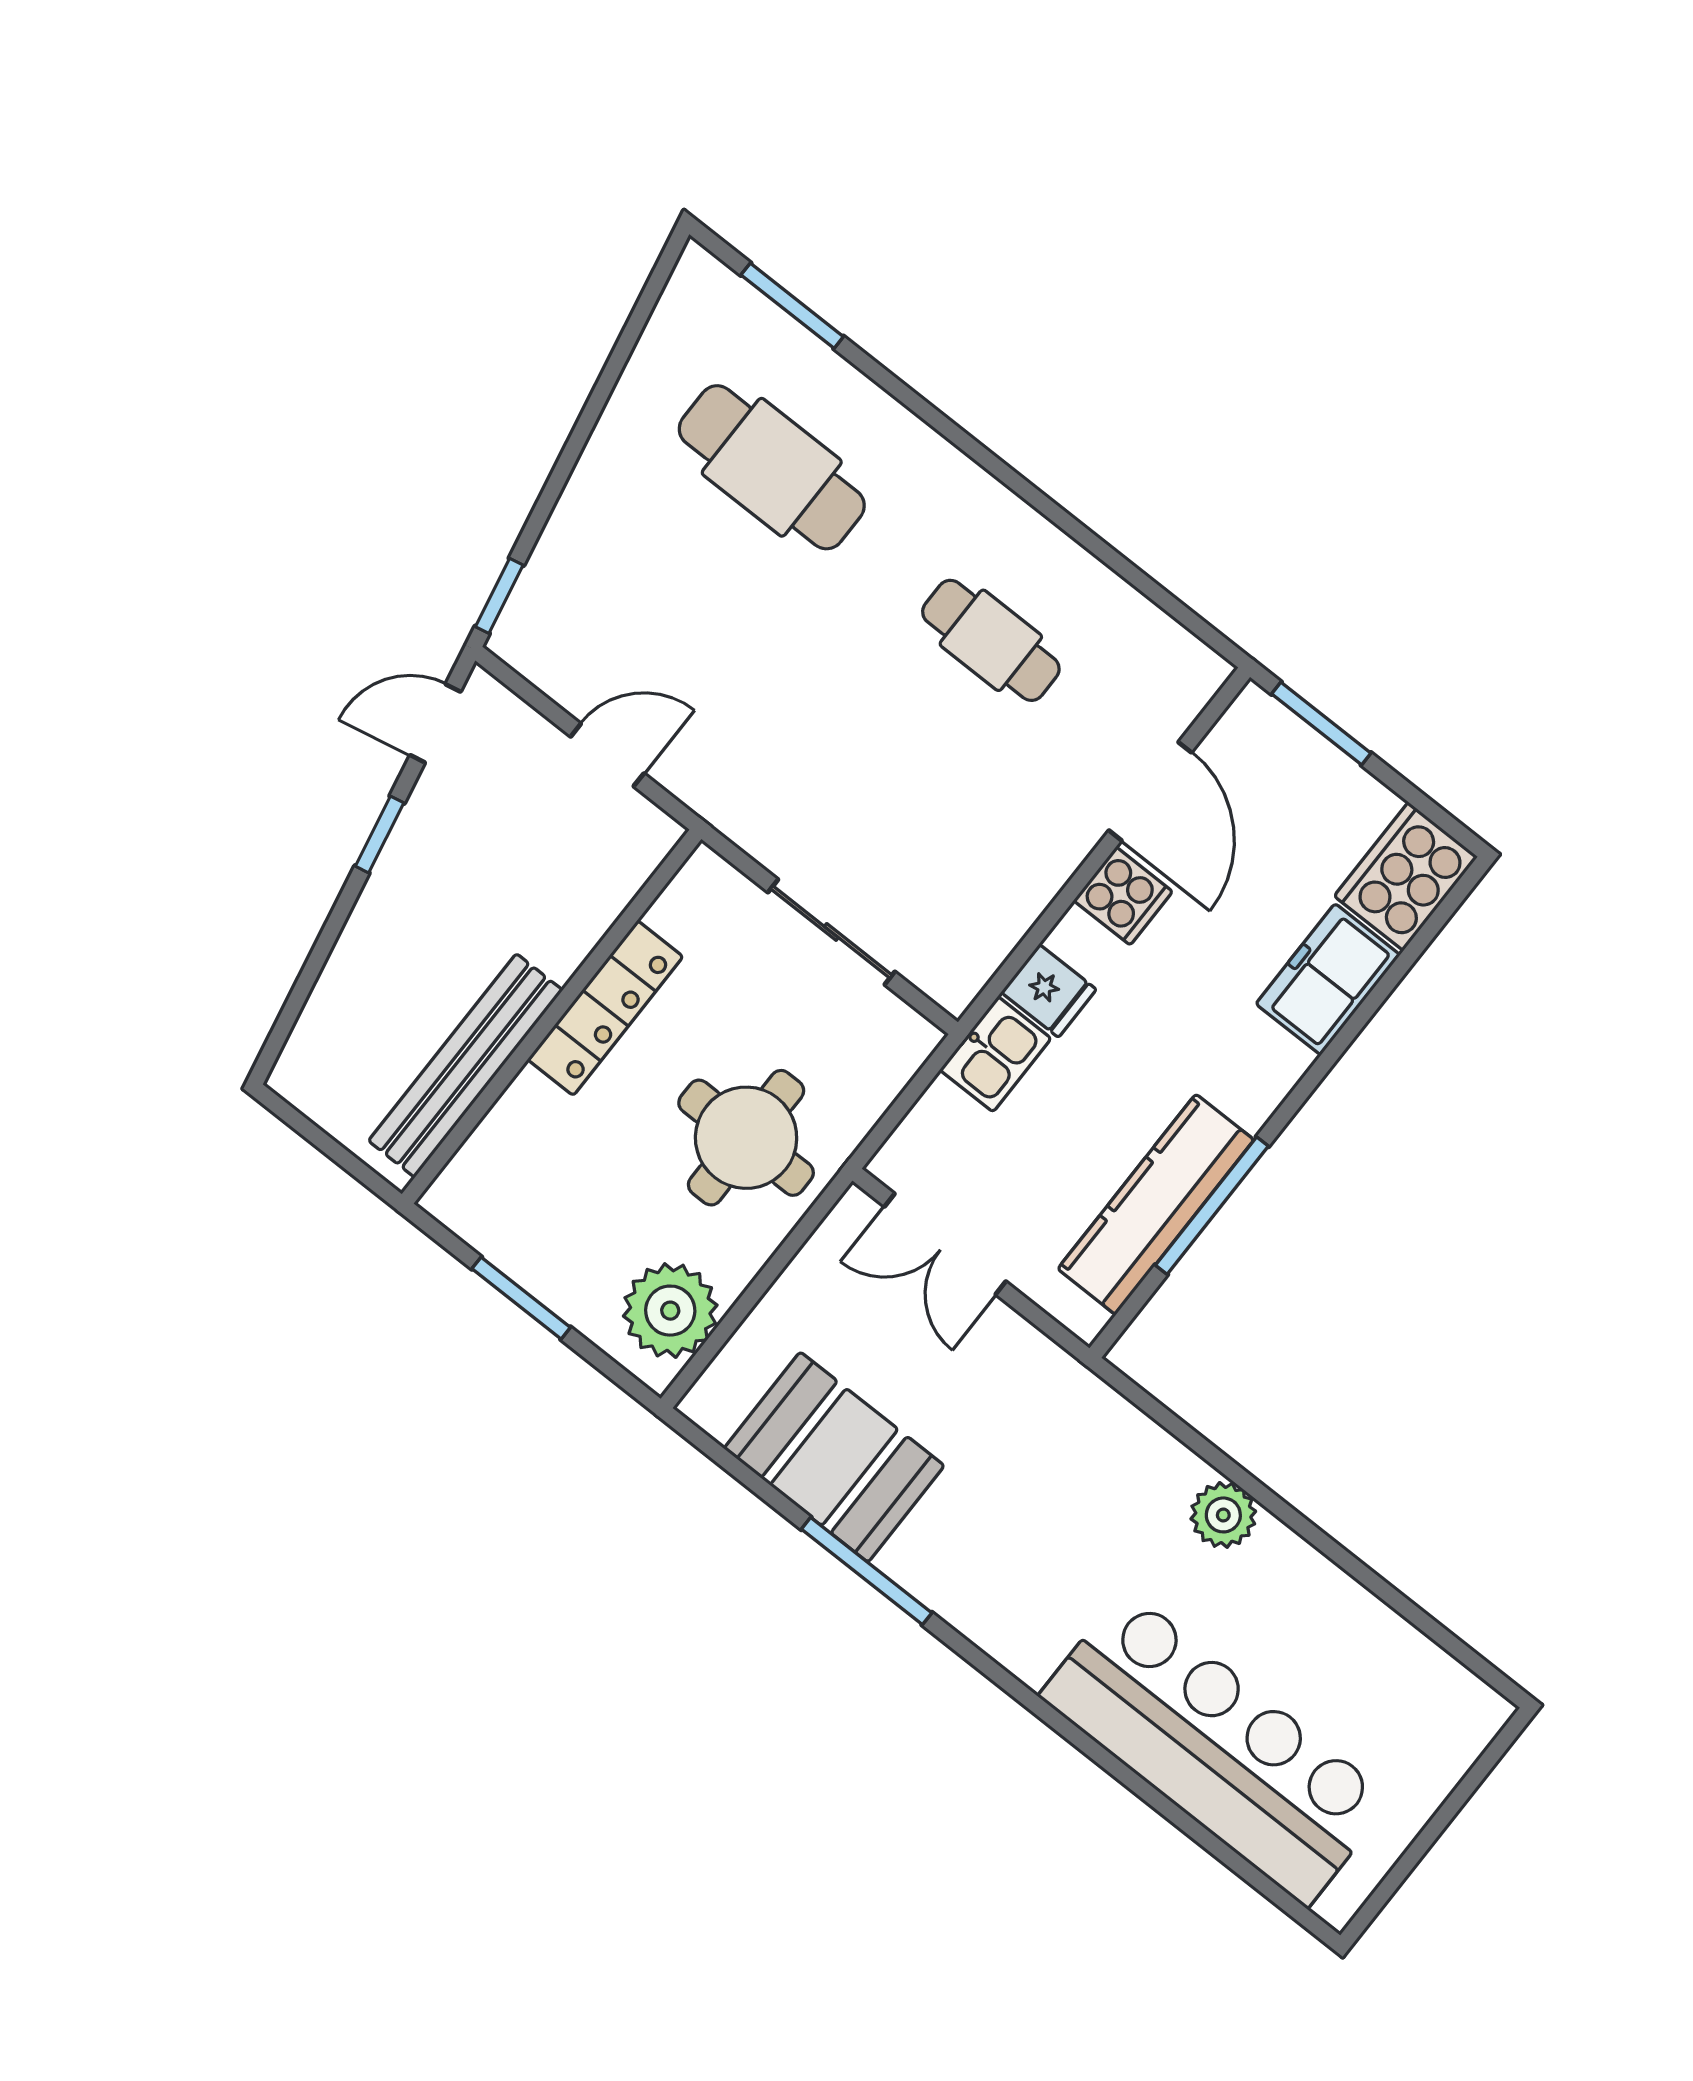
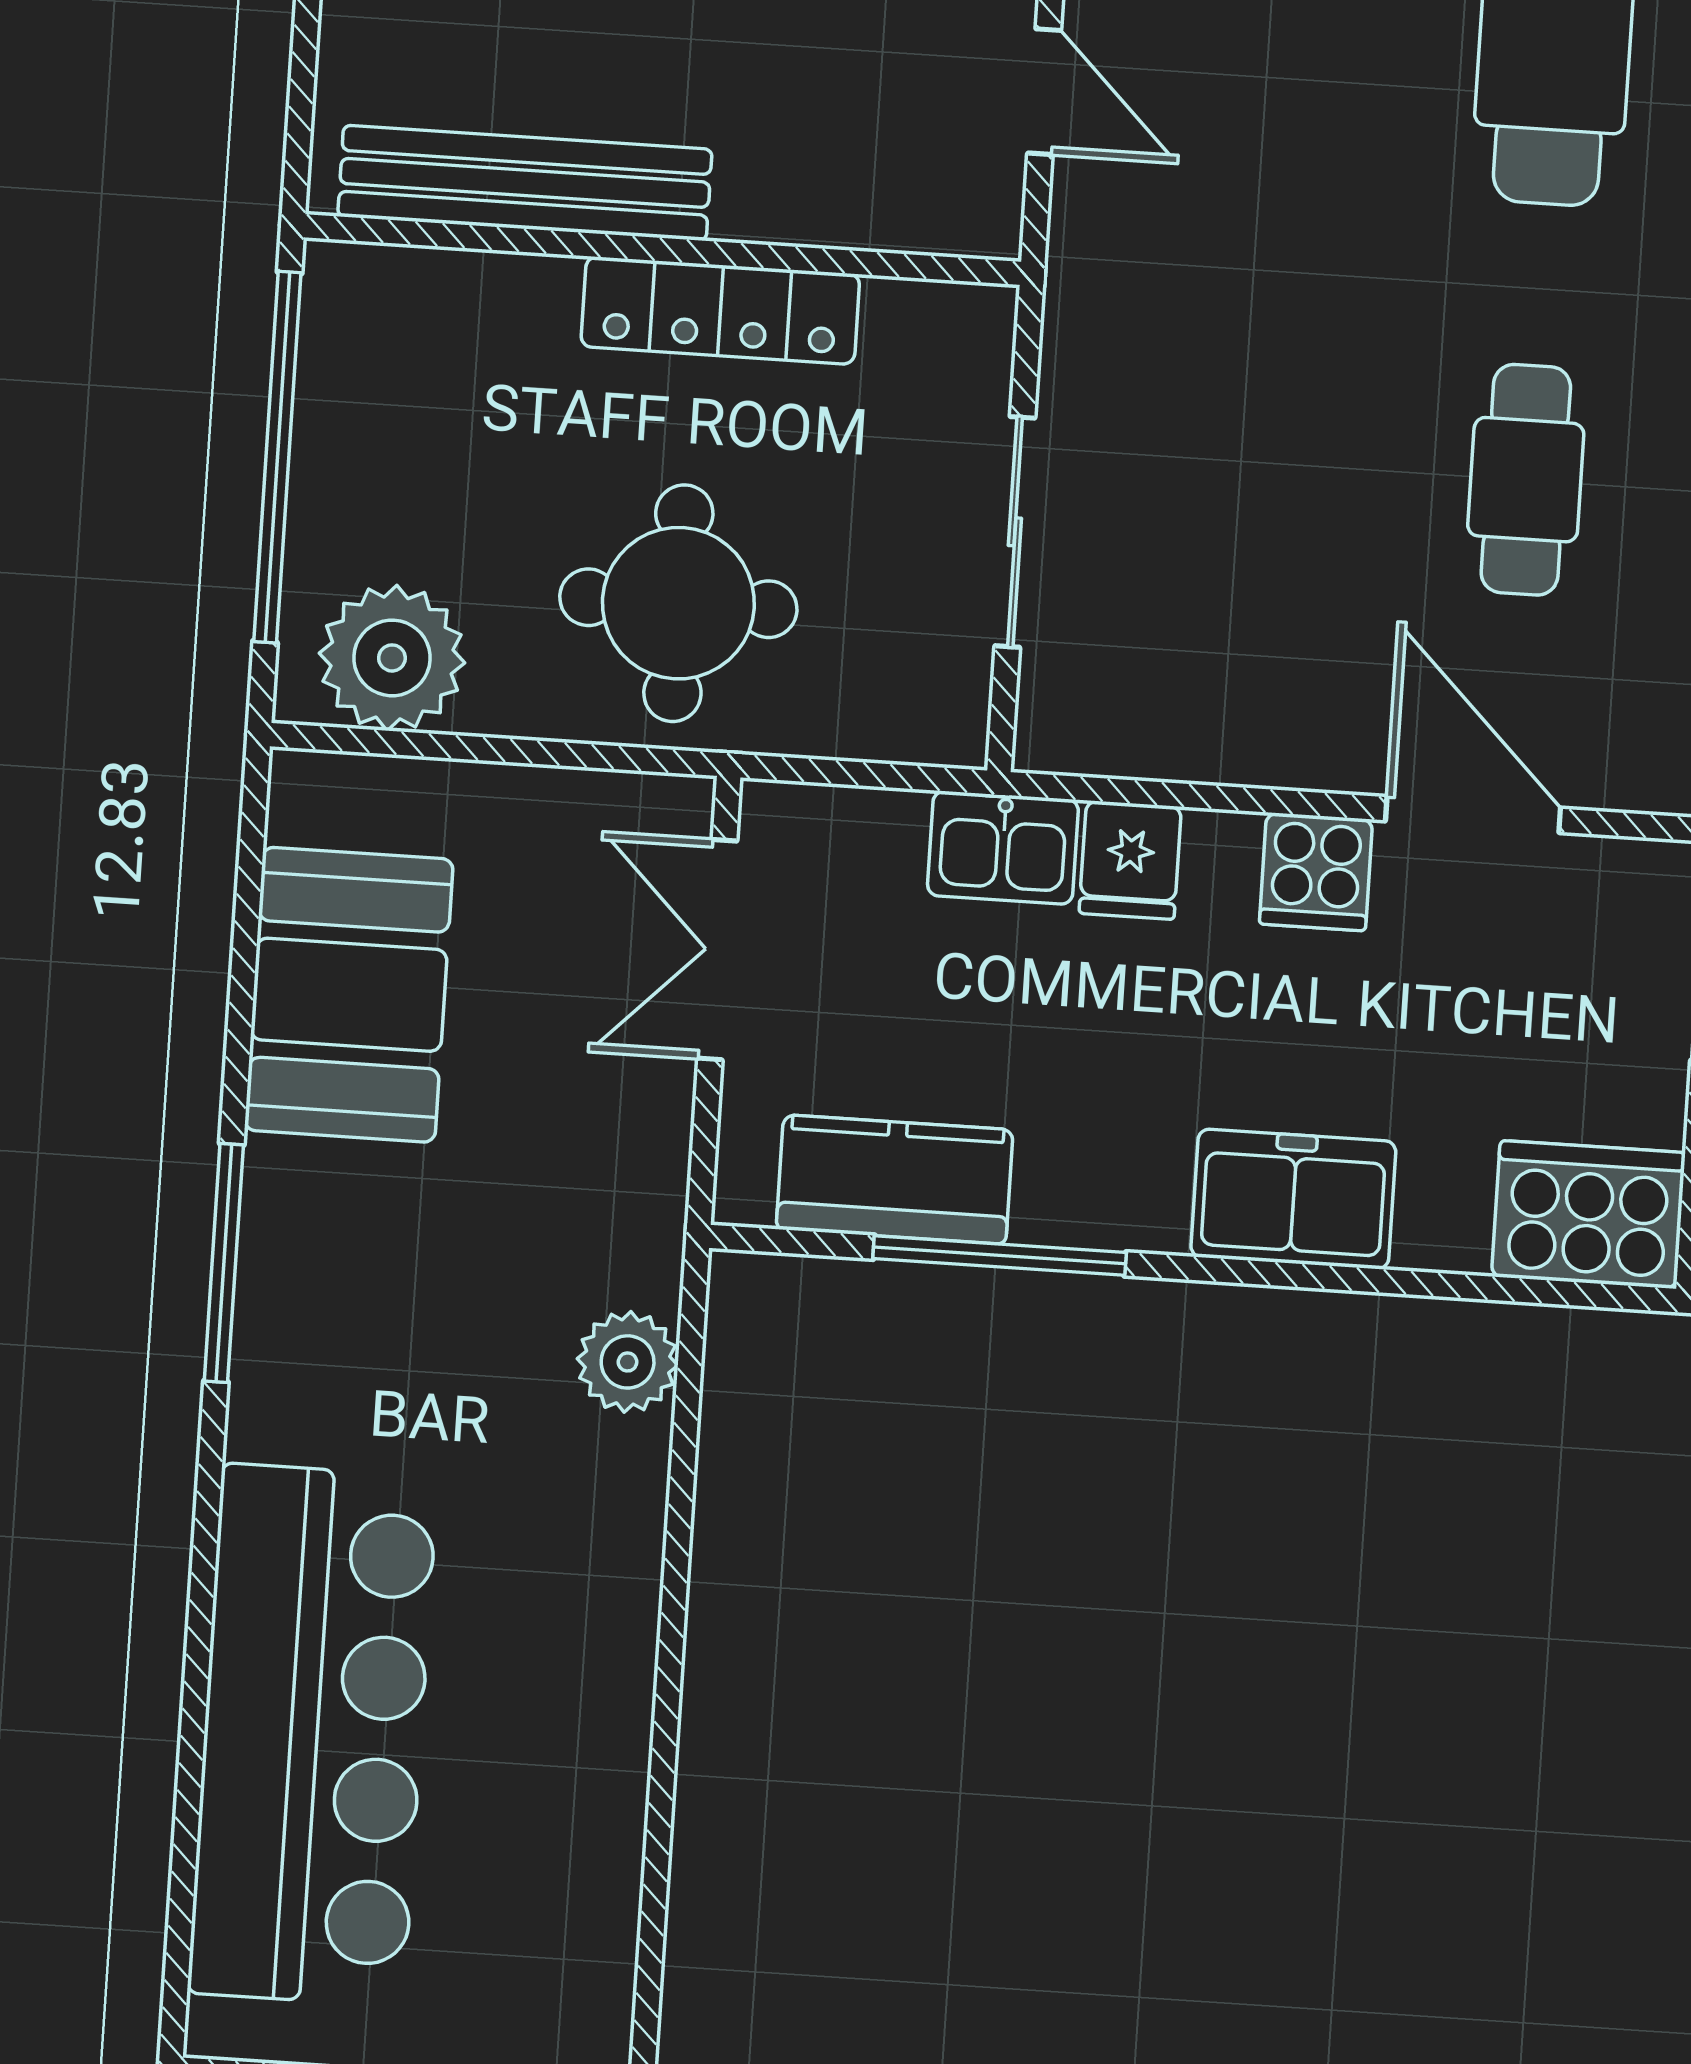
door: (1150, 791) -> (1473, 815), swing flipped
freezer: (1328, 979) -> (1293, 1199), moved
kitchen counter: (1156, 1204) -> (895, 1179), width x0.67
window: (521, 1298) -> (277, 457), width x2.11
plant: (1223, 1515) -> (628, 1362), moved
window: (867, 1571) -> (224, 1263), moved

